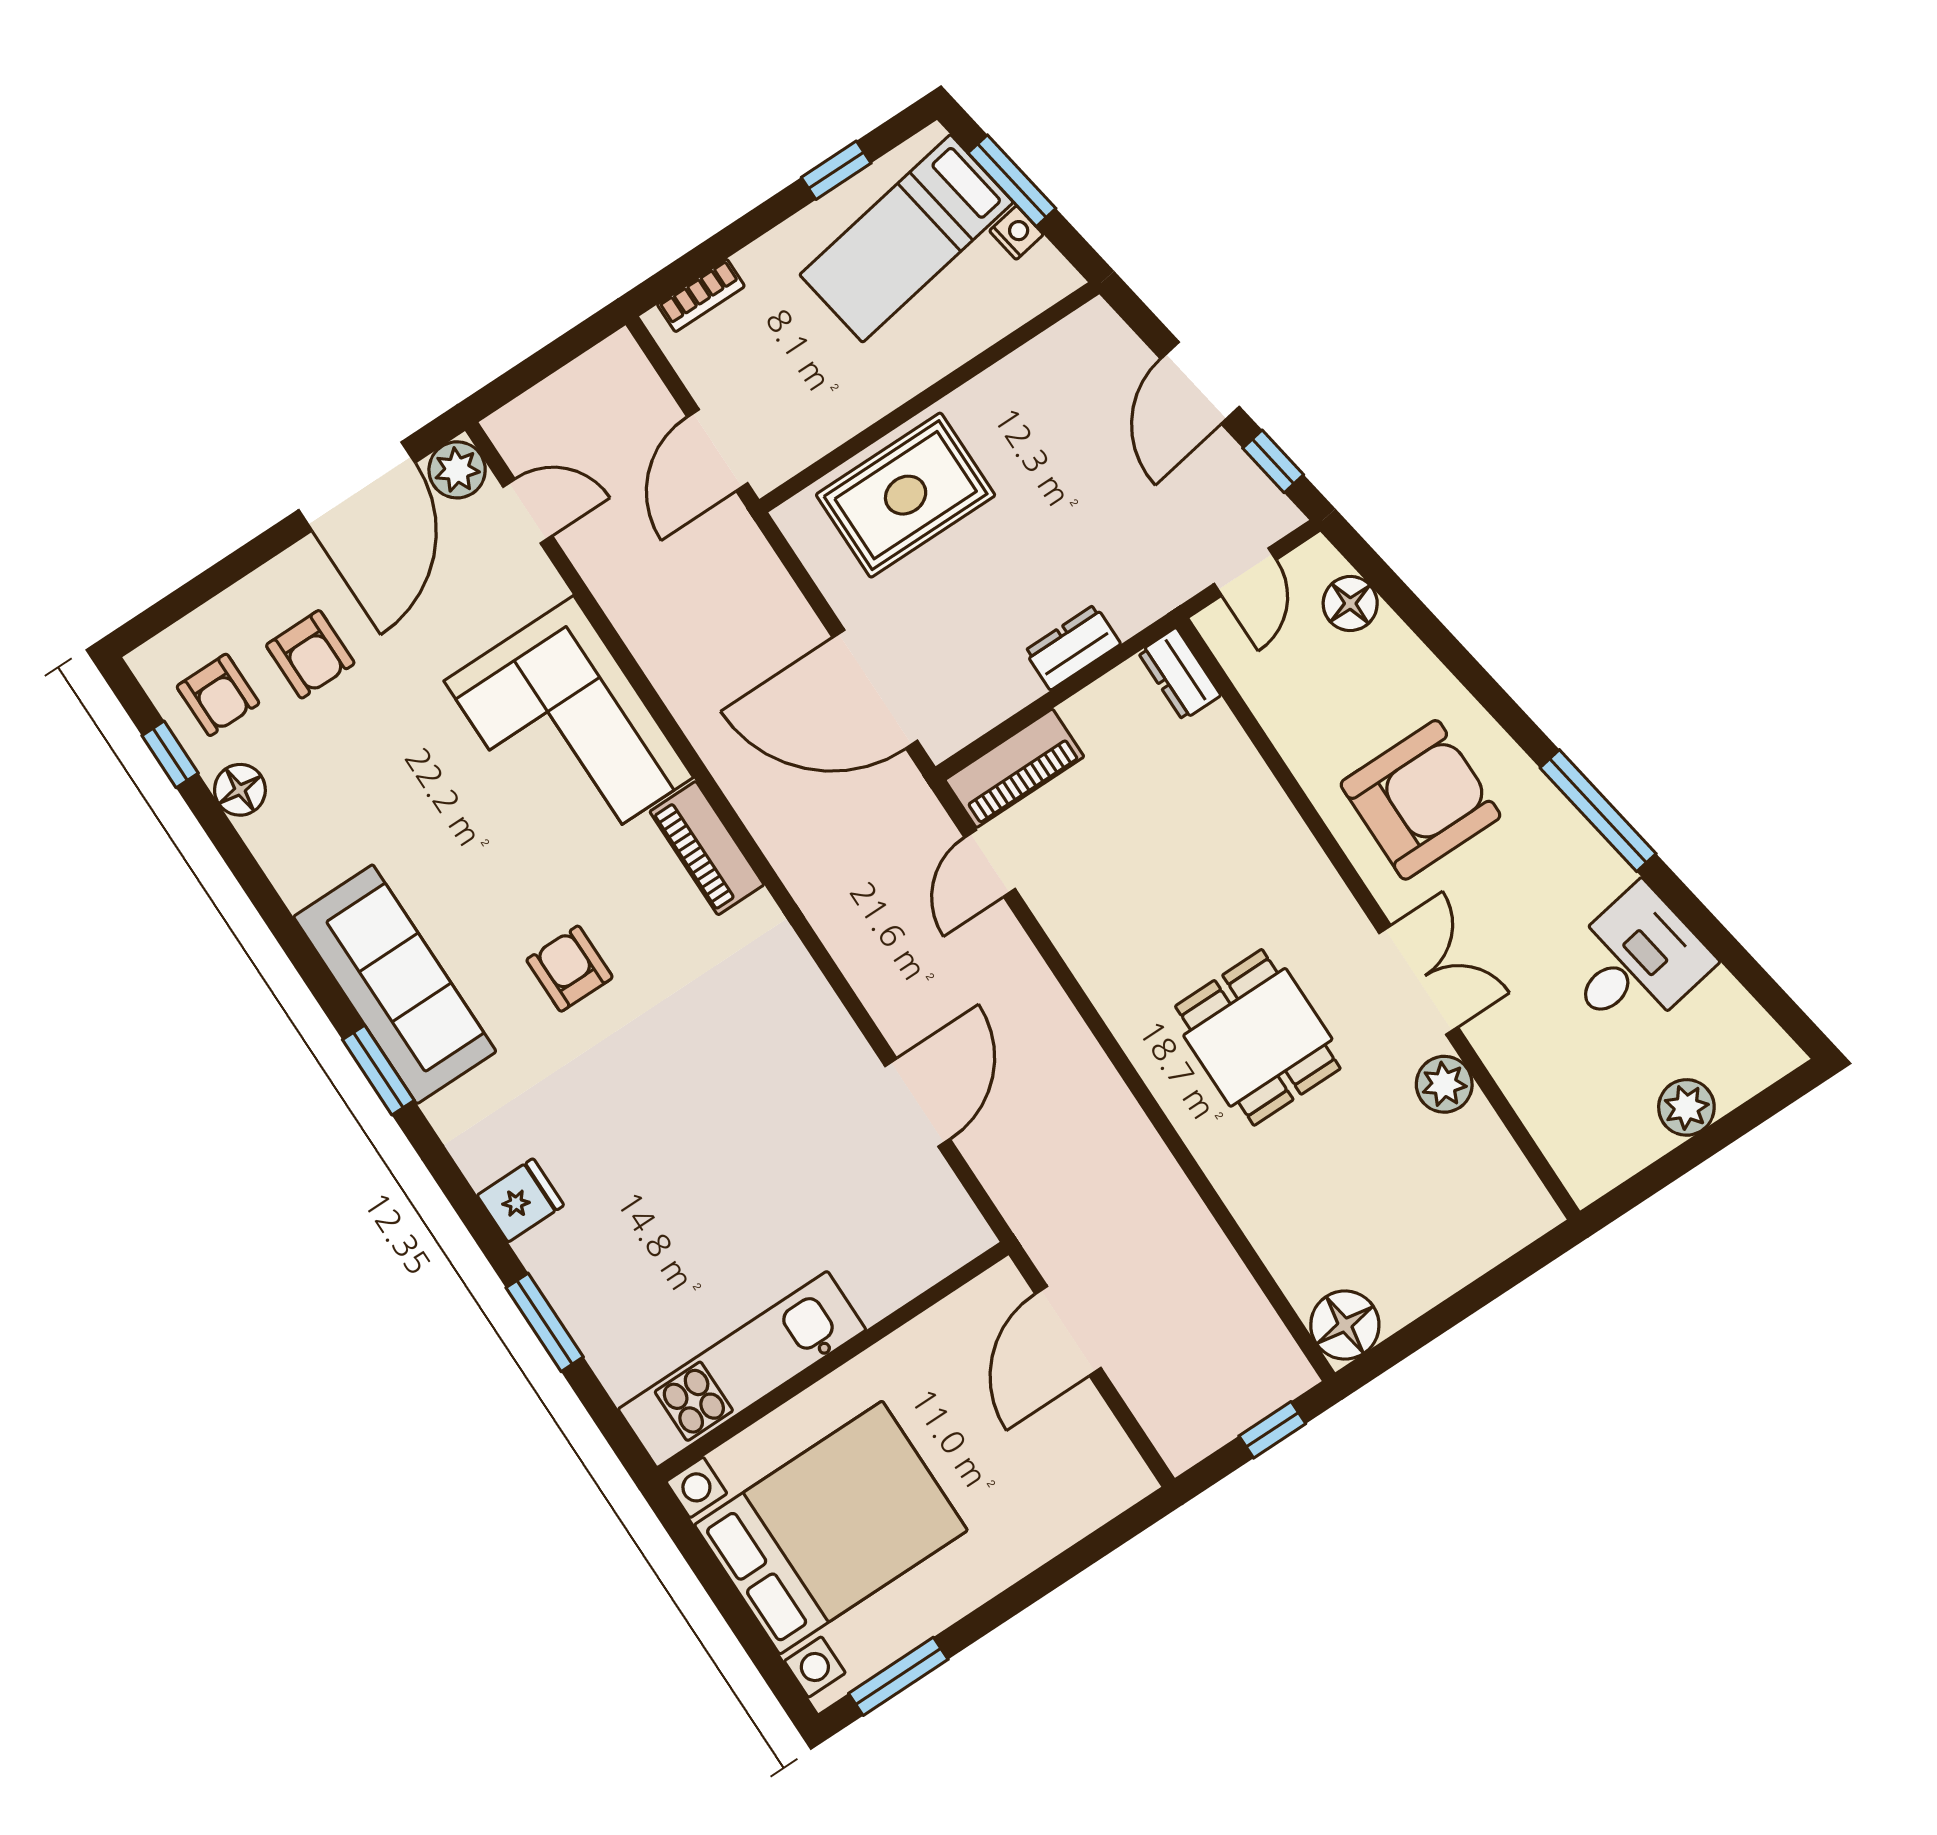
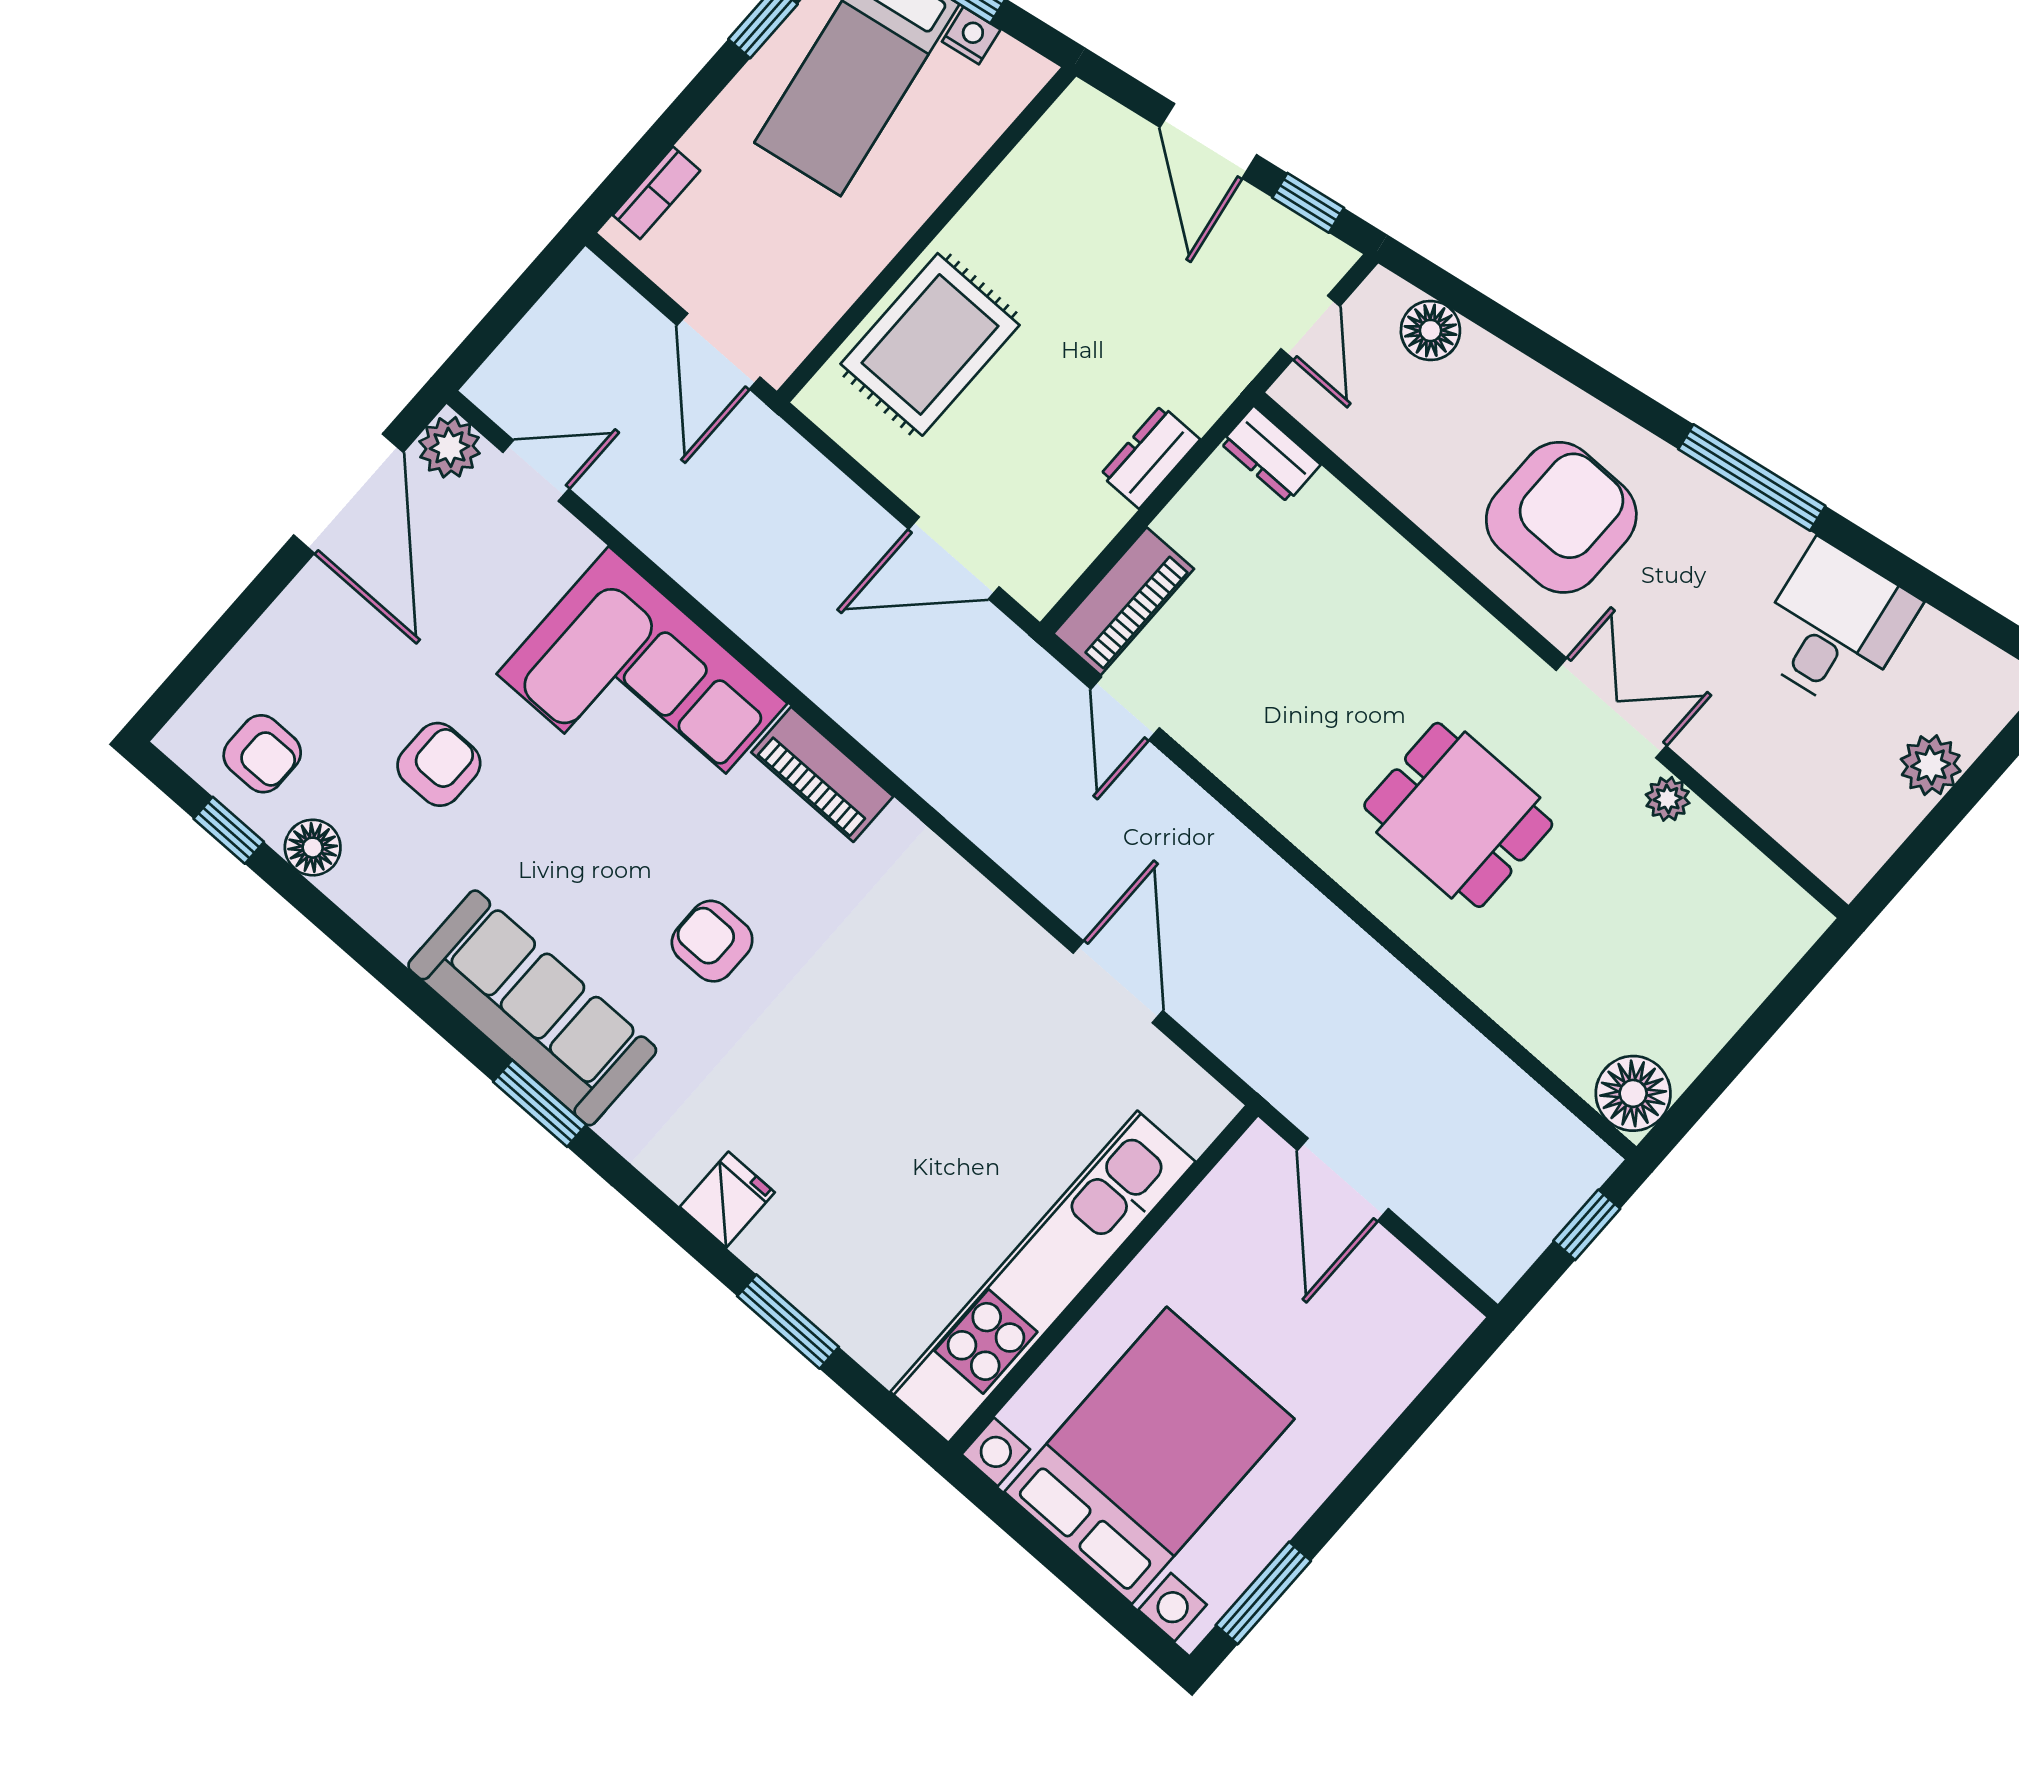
armchair: (310, 654) -> (439, 764), moved, turned -90
door: (875, 689) -> (954, 558), width x0.73
plant: (1444, 1084) -> (1668, 799), width x0.73, depth x0.73
kitchen unit: (742, 1369) -> (1043, 1277), width x1.36

